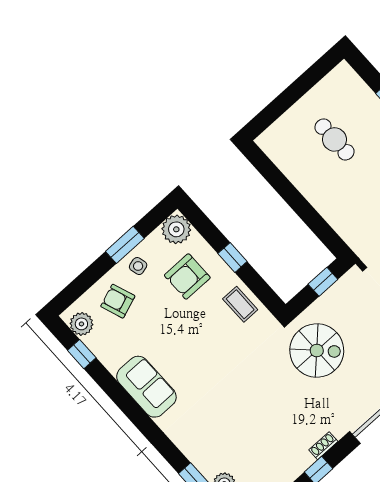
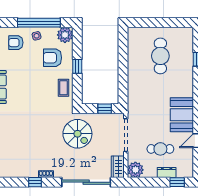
cafe table: (335, 139) -> (160, 56), width x1.37, depth x1.35
window: (125, 245) -> (39, 23), width x2.11
armchair: (118, 301) -> (16, 43), turned -70

